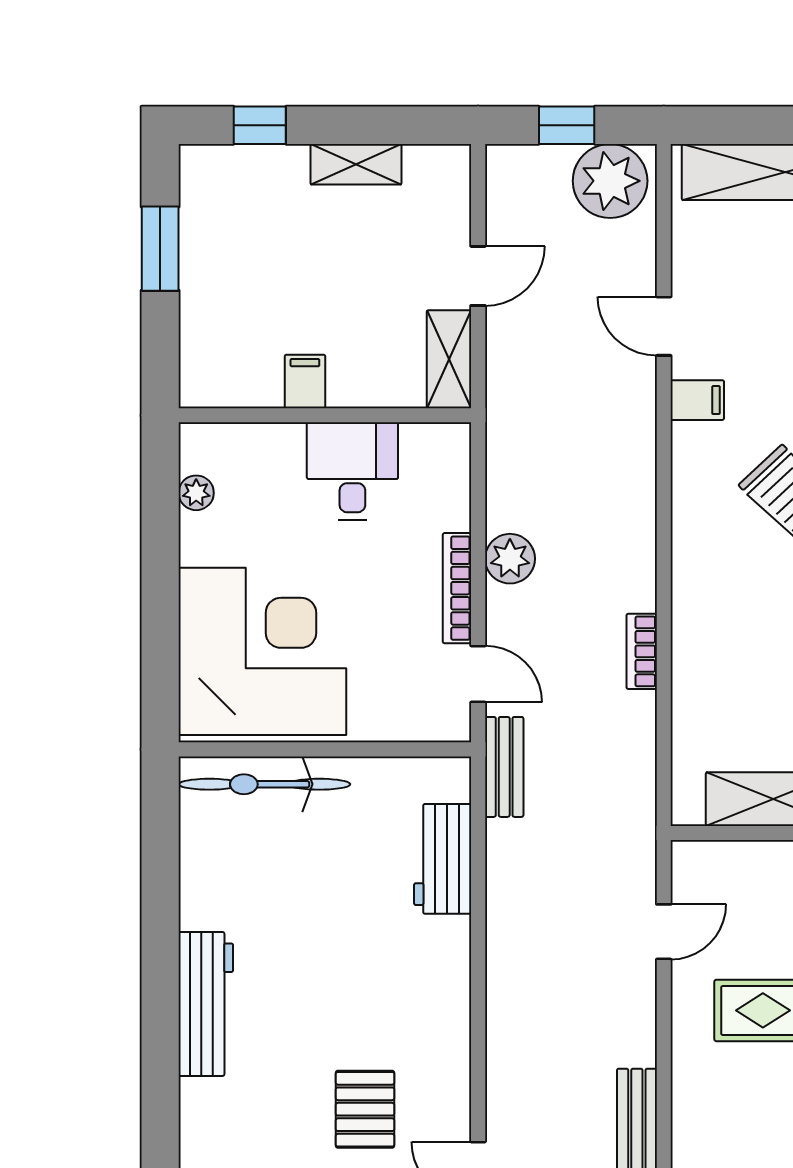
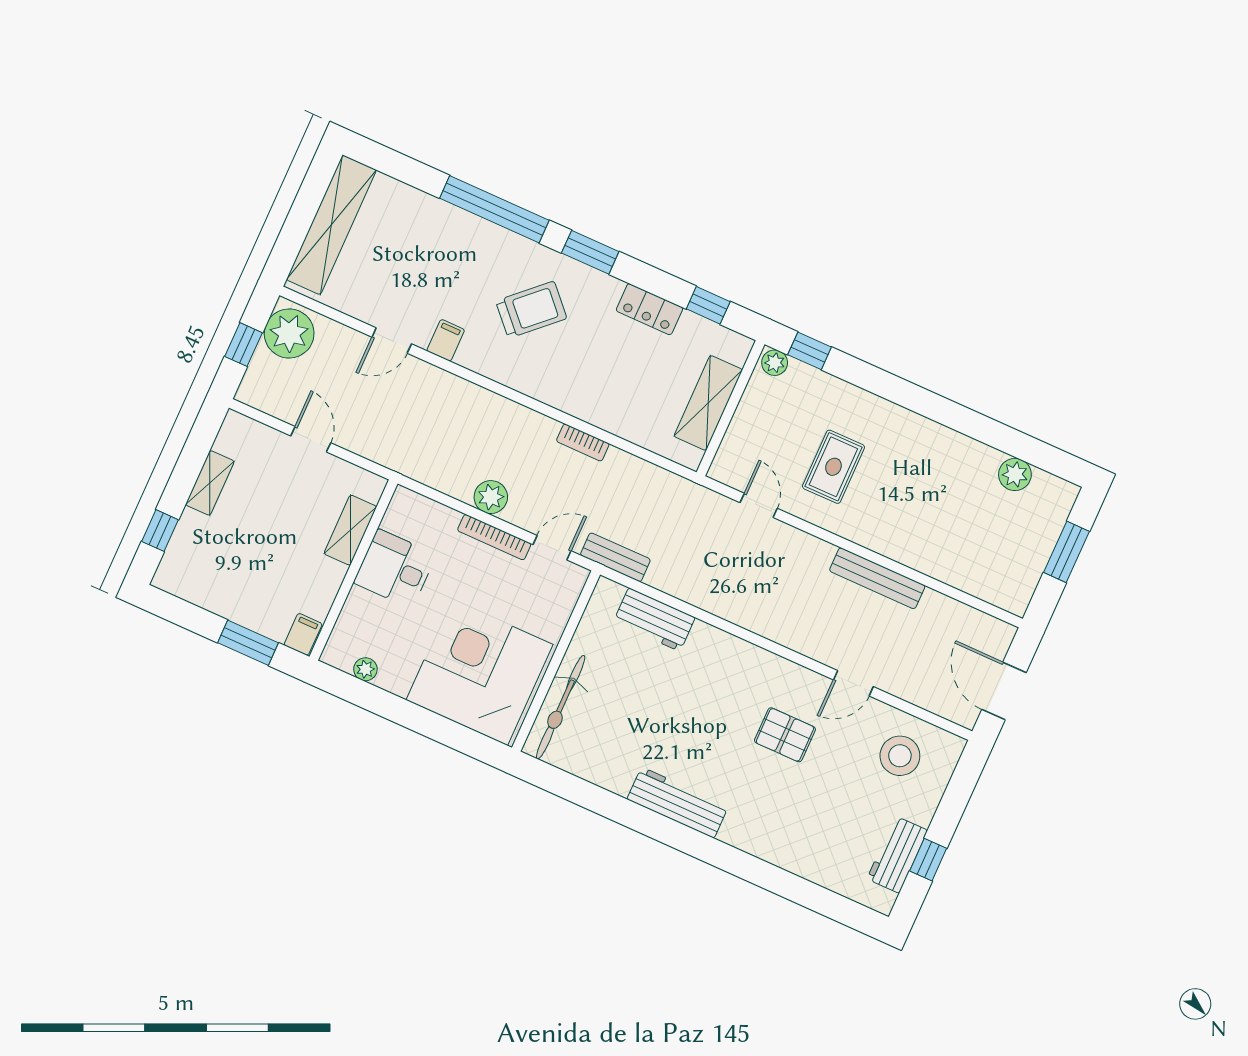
window: (160, 249) -> (248, 643), moved
shelving: (449, 359) -> (350, 530), moved, turned 90
filing cabinet: (305, 381) -> (303, 634), moved, turned 90

